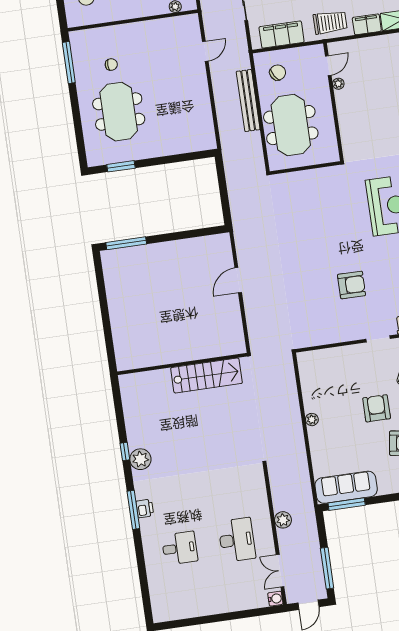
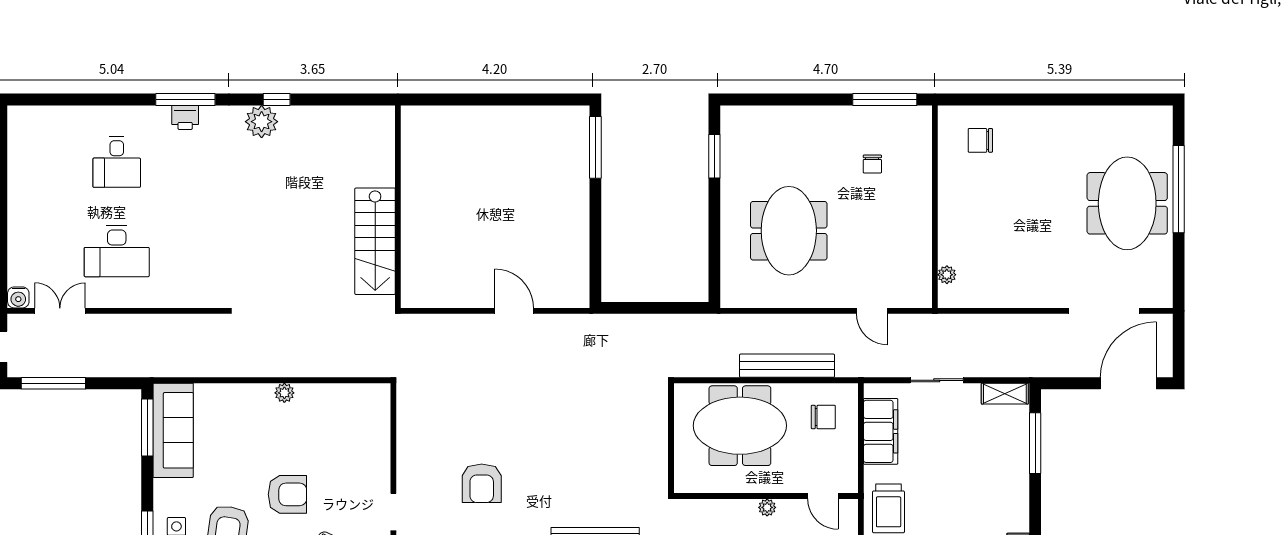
chair: (278, 73) -> (823, 417), turned -59
plant: (338, 84) -> (767, 507), moved
meeting table: (119, 112) -> (789, 231), moved, turned 90
plant: (283, 520) -> (137, 326), removed

